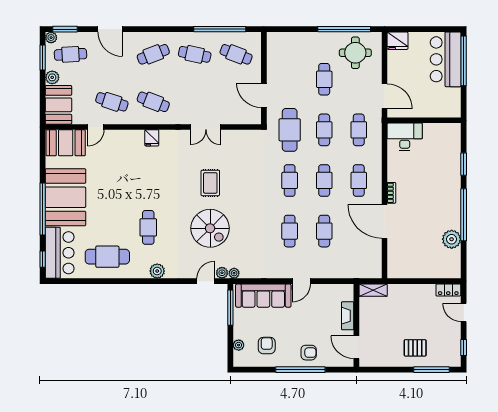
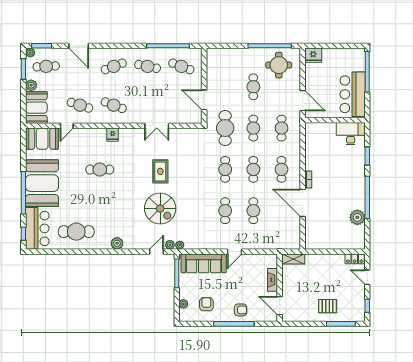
bar counter: (446, 59) -> (353, 94), moved
desk: (405, 137) -> (351, 134), moved
cafe table: (148, 227) -> (100, 170), moved, turned 90

